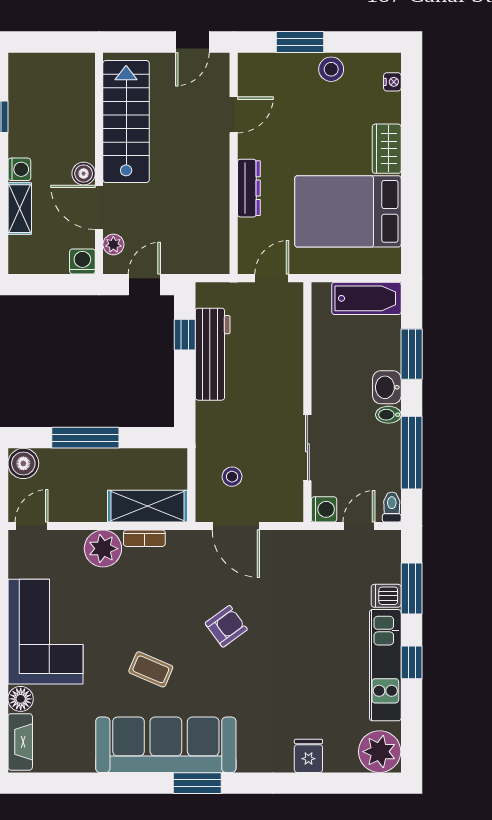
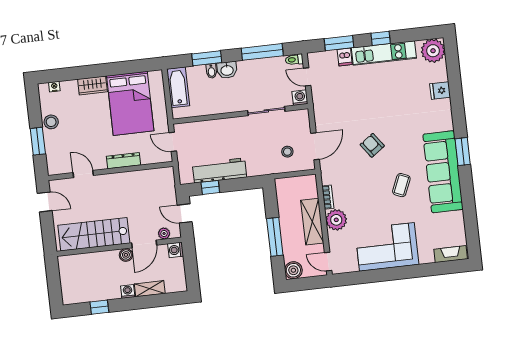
bidet: (388, 415) -> (211, 71), moved
shelving: (147, 506) -> (312, 222), moved
floor lamp: (21, 699) -> (426, 257), removed

